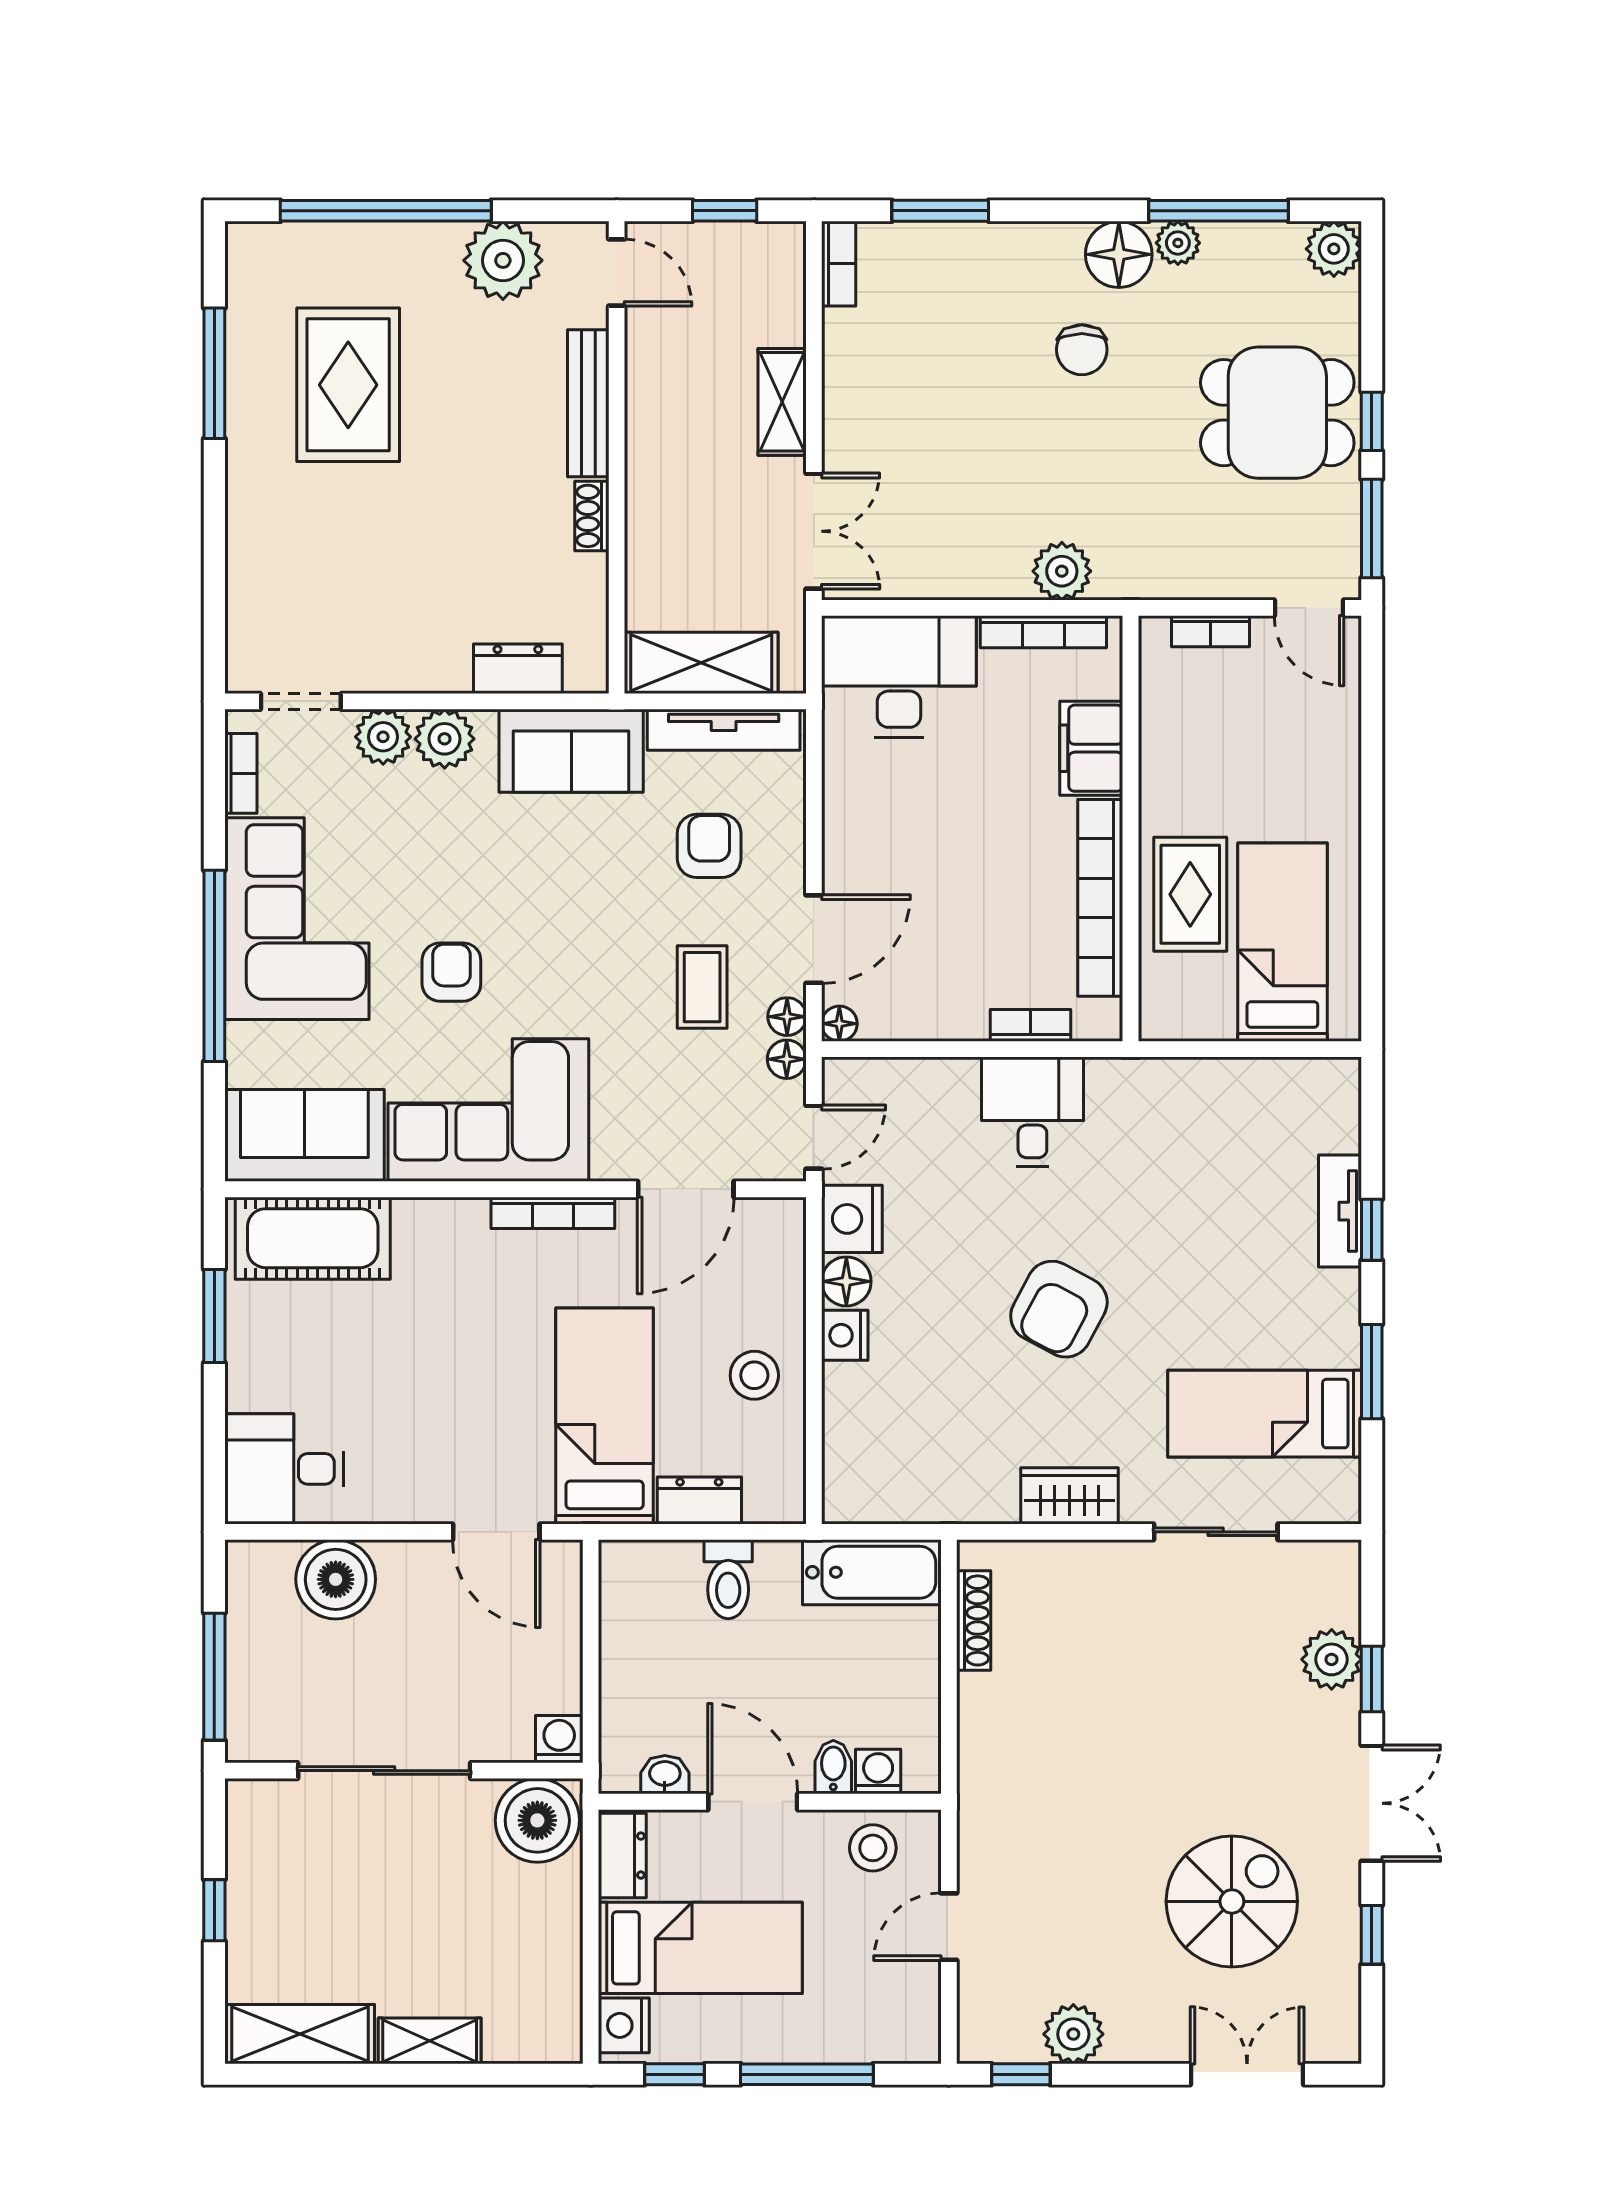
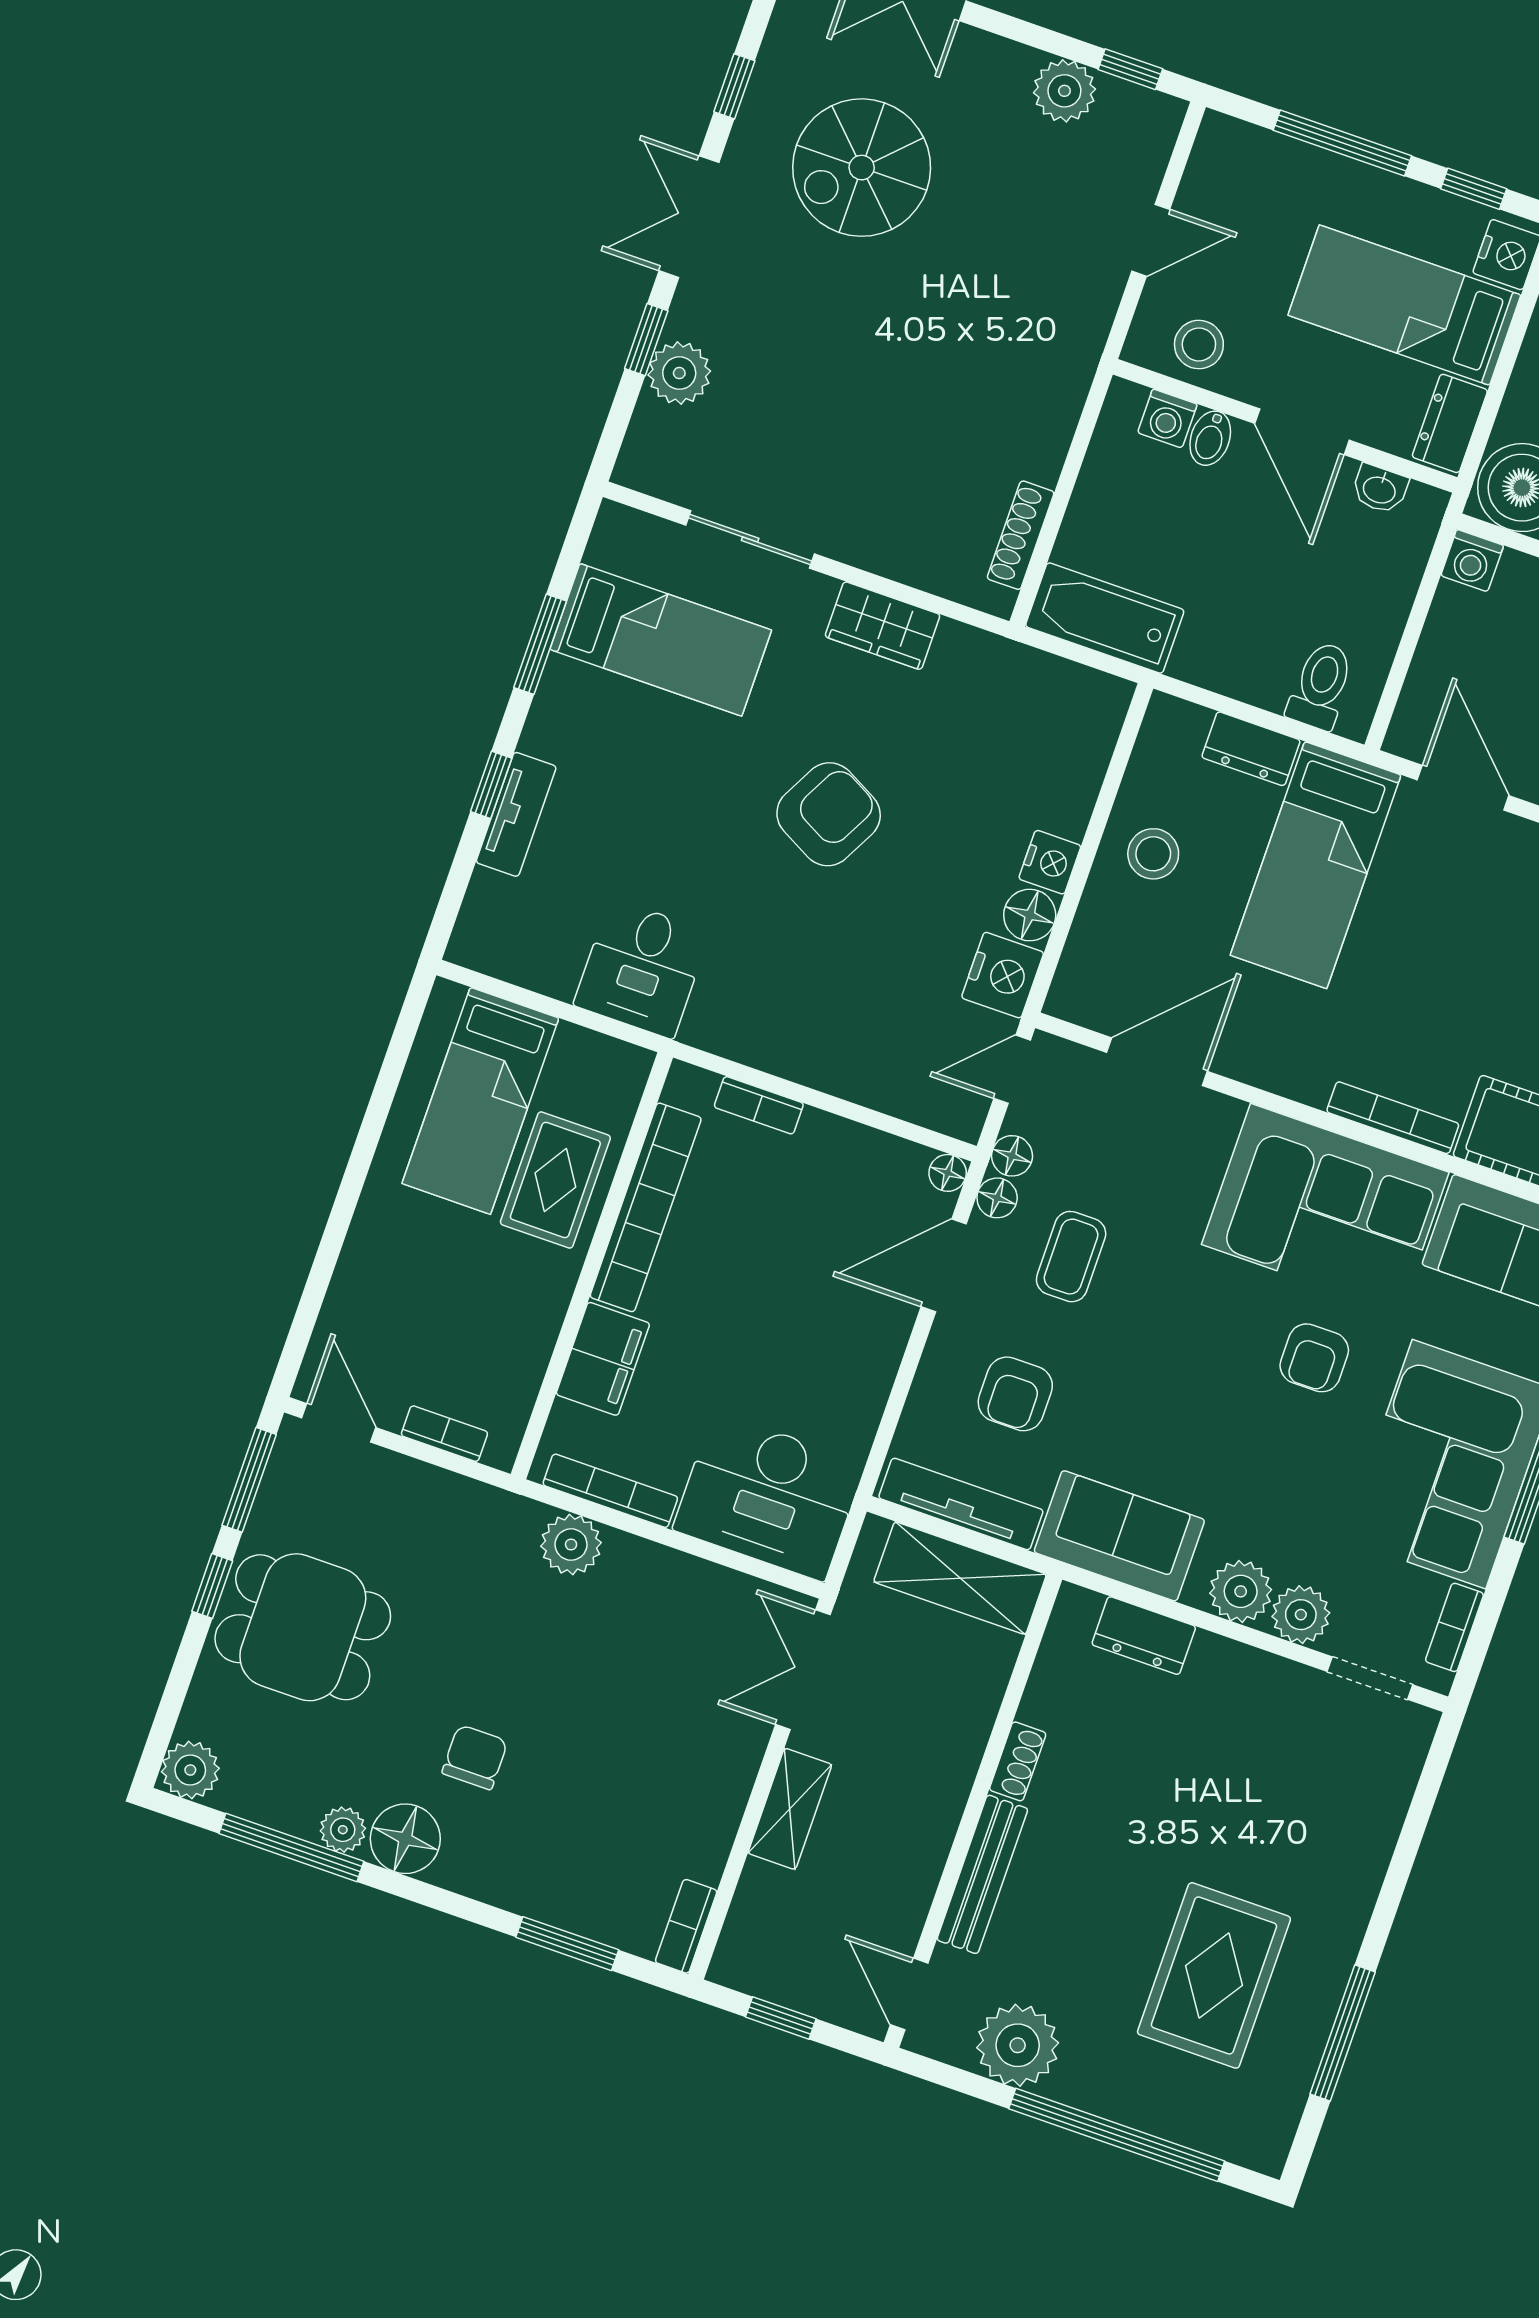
desk: (1032, 1112) -> (642, 968), moved
bookcase: (553, 1213) -> (1393, 1118), moved
toilet: (728, 1579) -> (1321, 686), moved

